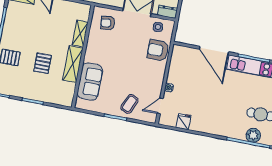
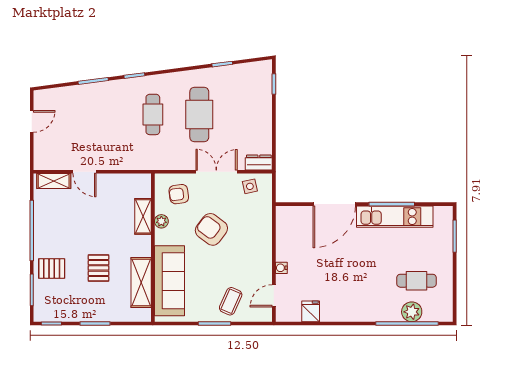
plant: (92, 39) -> (161, 221), added
armchair: (158, 50) -> (211, 229), moved, turned 37
door: (214, 51) -> (334, 204), hinge flipped
shelving: (73, 64) -> (141, 282), moved
sofa: (90, 82) -> (169, 281), width x1.36

